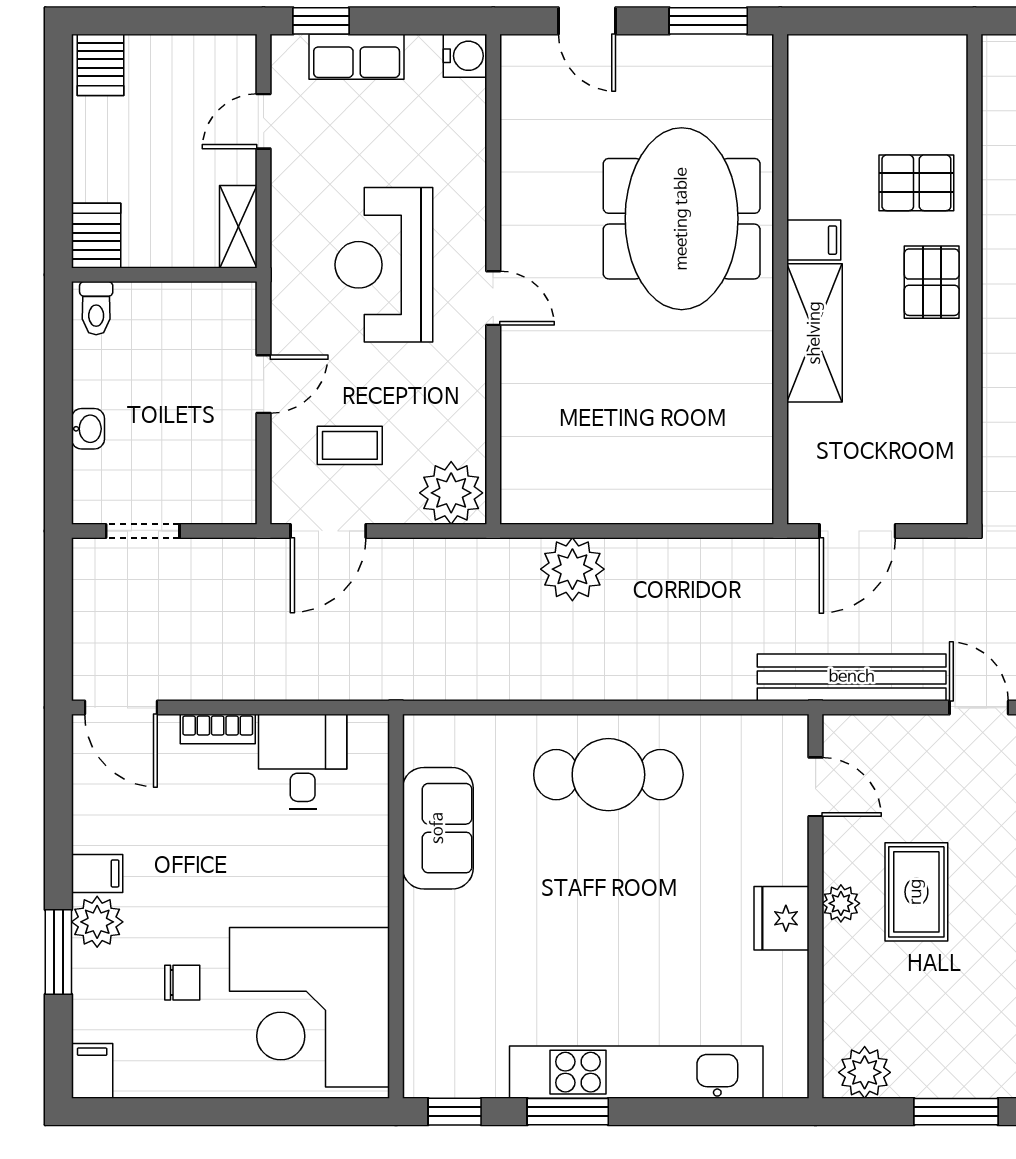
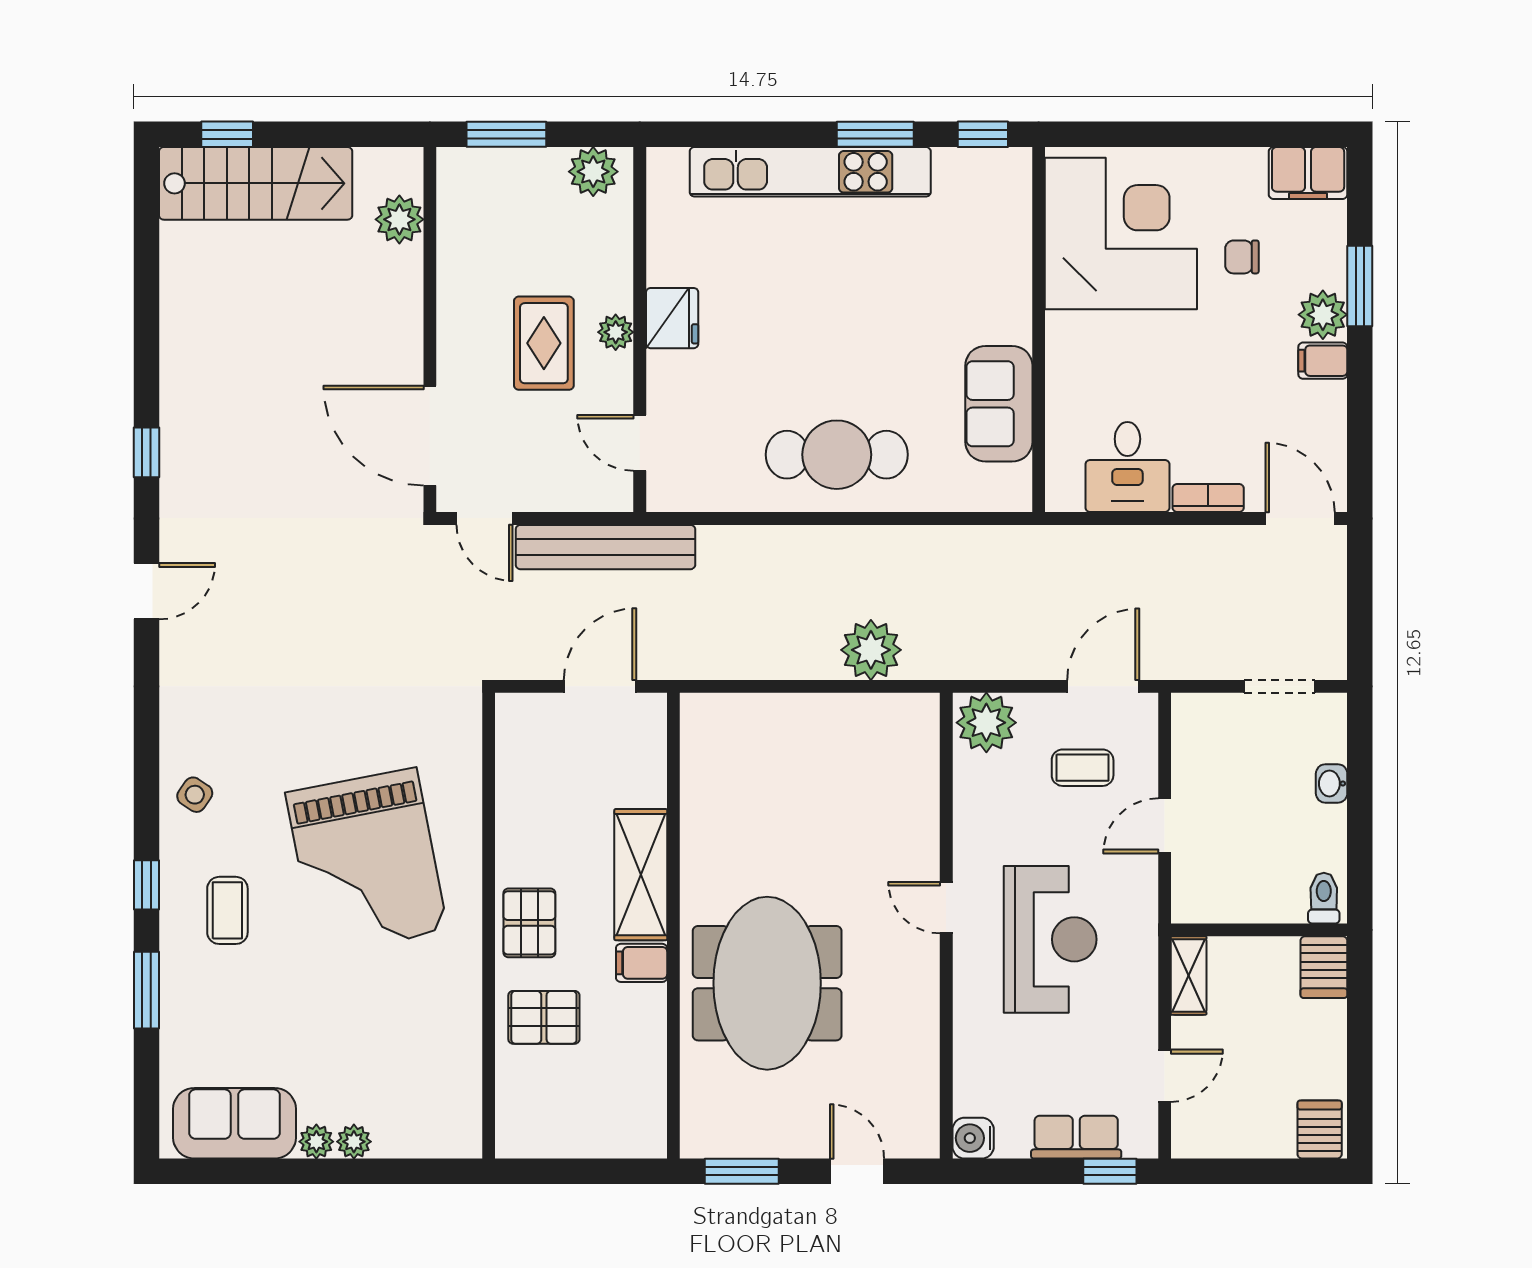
filing cabinet: (92, 1071) -> (1308, 173), width x2.00

